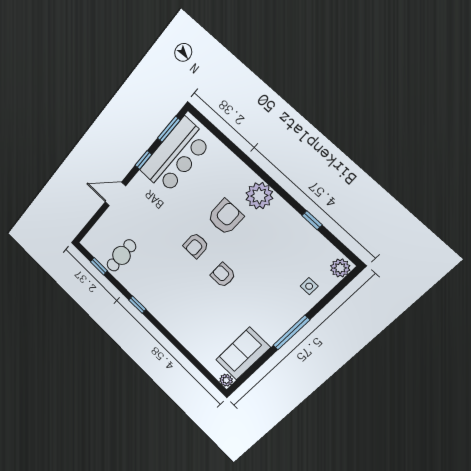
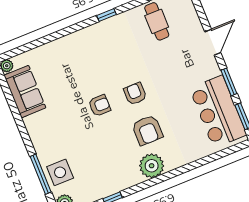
window: (143, 160) -> (229, 82), width x1.50
side table: (309, 286) -> (60, 172), width x1.87, depth x1.87
window: (291, 333) -> (41, 174), moved

